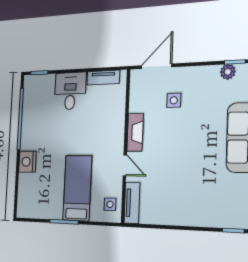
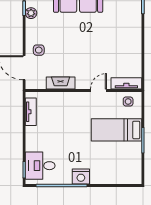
desk: (70, 91) -> (40, 166), moved
side table: (174, 100) -> (39, 50), moved
fireplace: (135, 132) -> (61, 83), moved
nightstand: (27, 162) -> (81, 177), moved

